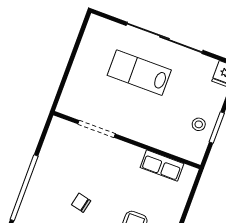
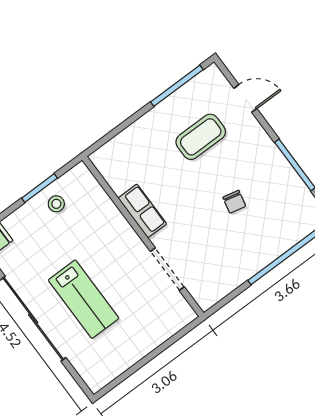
row of seats: (162, 166) -> (142, 211), moved

